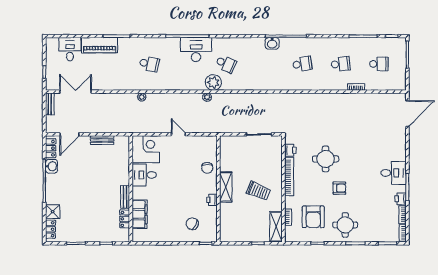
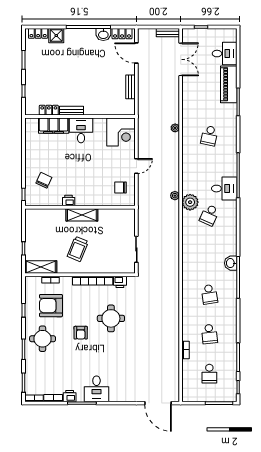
desk: (196, 50) -> (224, 189), width x0.73
chair: (207, 168) -> (121, 188), moved
desk: (144, 175) -> (81, 130), moved

